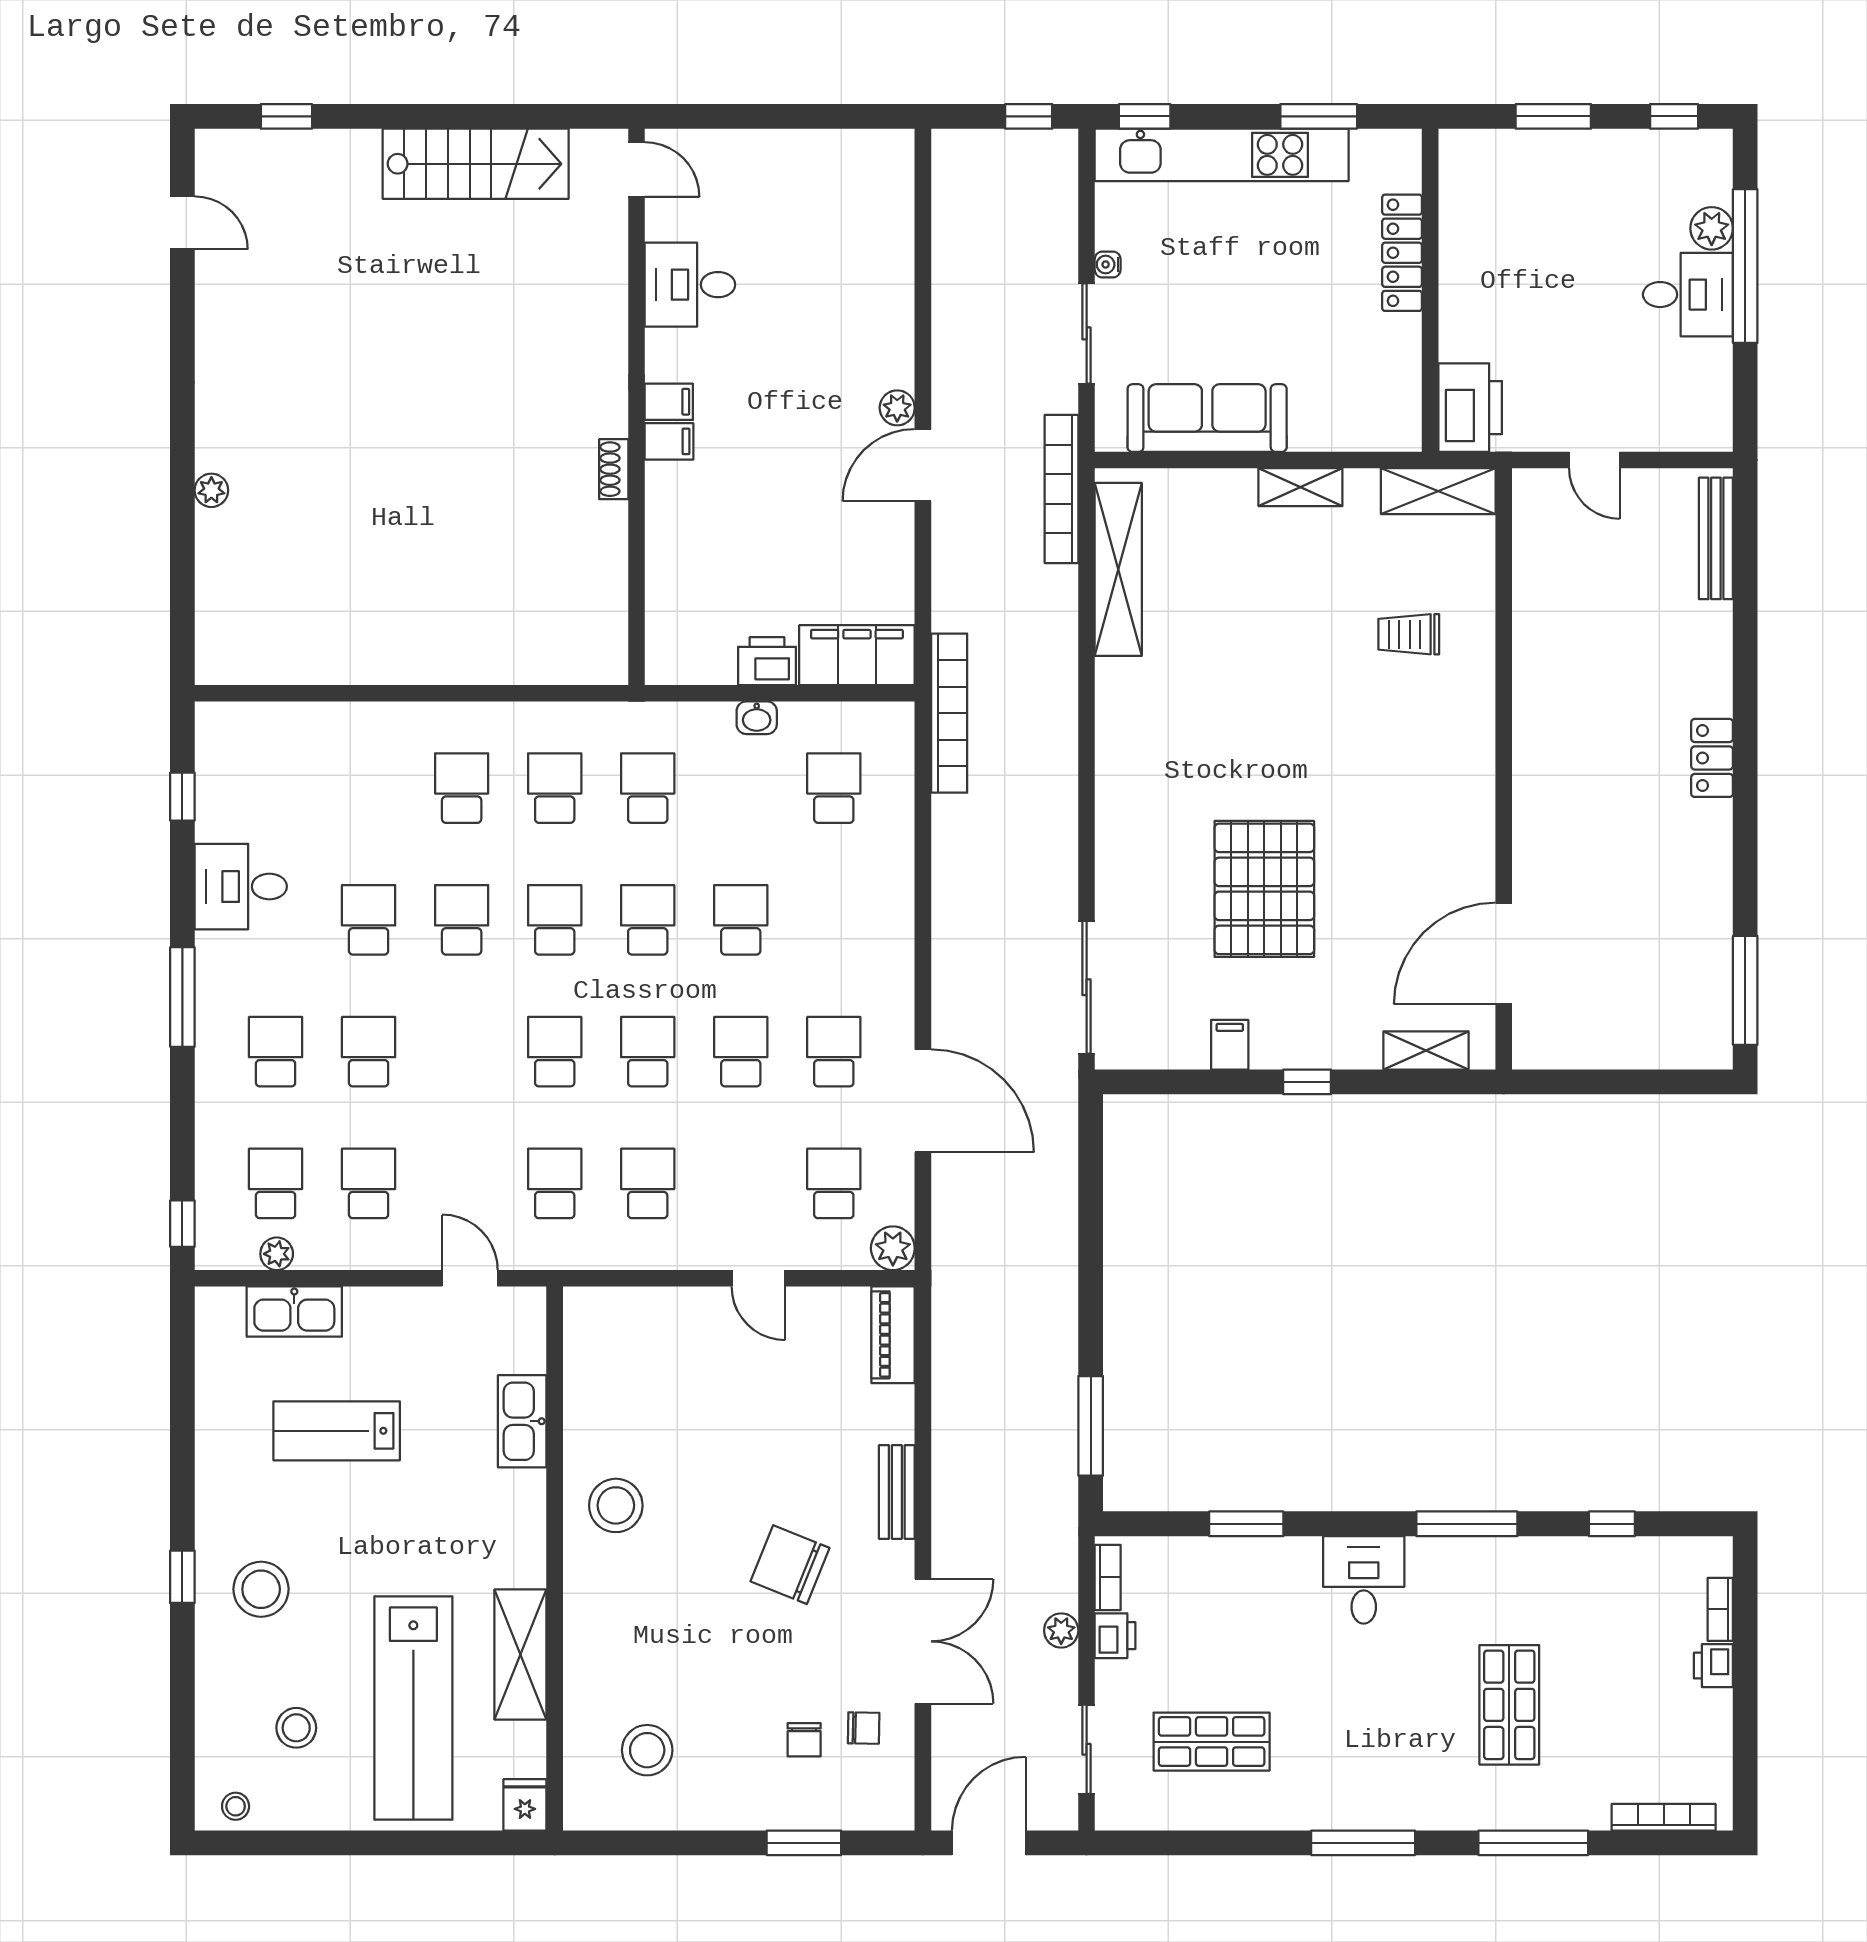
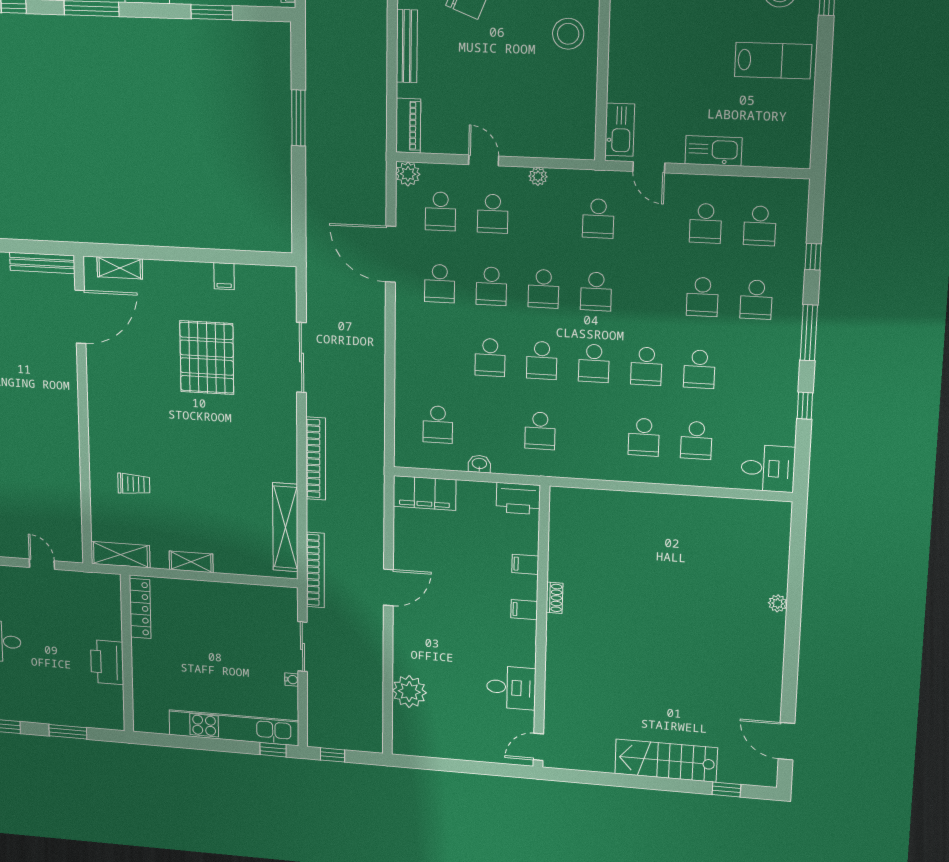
window: (1319, 116) -> (185, 742), removed
stairs: (476, 164) -> (666, 761), moved
door: (636, 169) -> (538, 747), hinge flipped
door: (182, 223) -> (787, 741), width x1.38
locker: (1402, 253) -> (140, 608), moved
filing cabinet: (669, 402) -> (525, 564), moved
plant: (897, 408) -> (409, 691), moved, width x1.87, depth x1.87
printer: (1470, 408) -> (107, 662), moved
sofa: (1207, 418) -> (240, 600), removed
printer: (767, 661) -> (518, 498), moved, width x1.37, depth x1.19
bookcase: (949, 713) -> (316, 459), moved, turned 180
school desk: (555, 788) -> (696, 440), moved
window: (182, 797) -> (805, 406), moved
desk: (241, 887) -> (768, 468), moved
sliding door: (1087, 987) -> (301, 358), moved
bench: (1574, 1052) -> (42, 263), added
window: (1307, 1082) -> (182, 254), removed
school desk: (648, 1183) -> (493, 214), moved
window: (182, 1224) -> (813, 257), moved
plant: (277, 1254) -> (538, 176), moved
kitchen sink: (294, 1312) -> (713, 151), moved
kitchen sink: (522, 1421) -> (620, 130), moved
window: (1091, 1426) -> (298, 118), moved
lab bench: (337, 1431) -> (773, 61), moved
bench: (897, 1492) -> (407, 46), width x1.36

